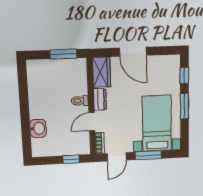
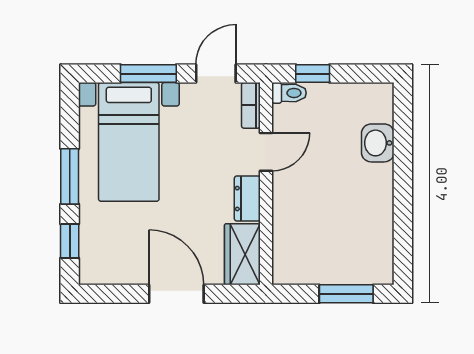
window: (63, 54) -> (346, 294), moved
toilet: (80, 101) -> (289, 93), moved

